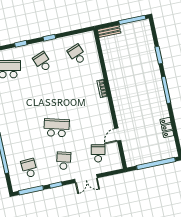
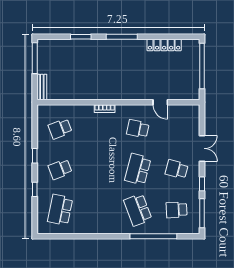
locker: (167, 127) -> (164, 45), width x1.53
school desk: (22, 135) -> (138, 210), added
school desk: (98, 153) -> (138, 129), moved

